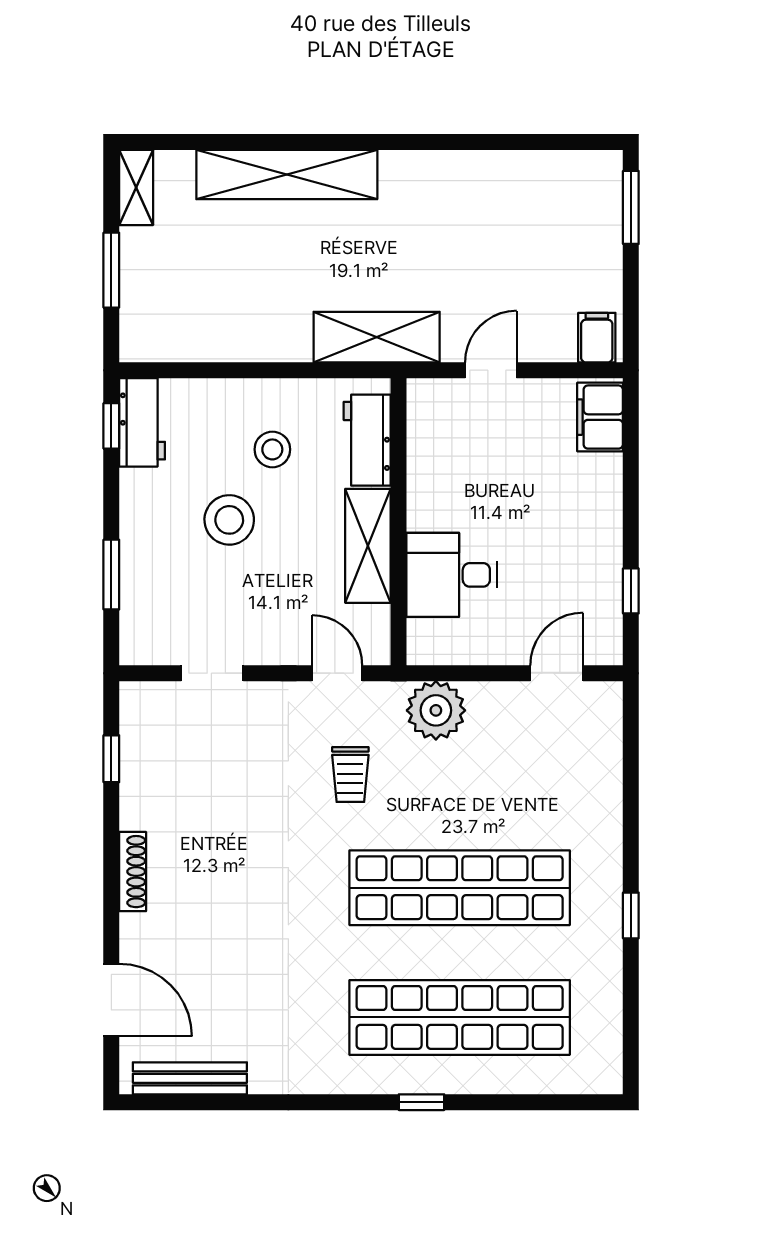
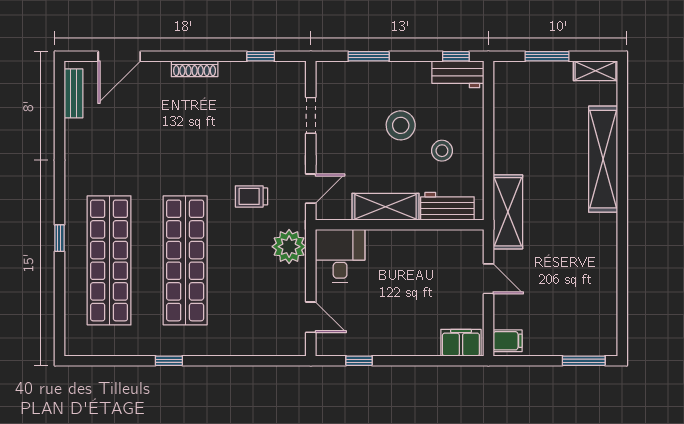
desk: (452, 575) -> (340, 256), moved
bench: (190, 1078) -> (73, 93), width x0.73

